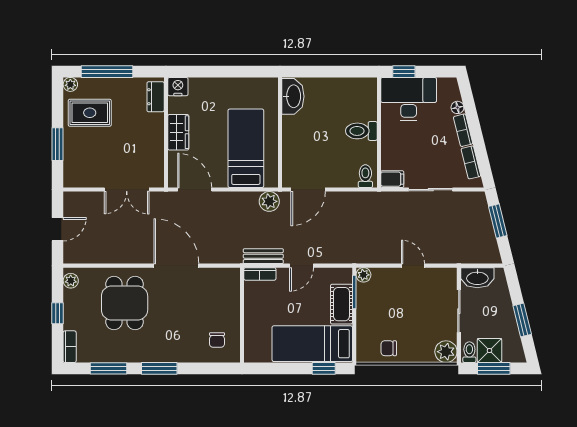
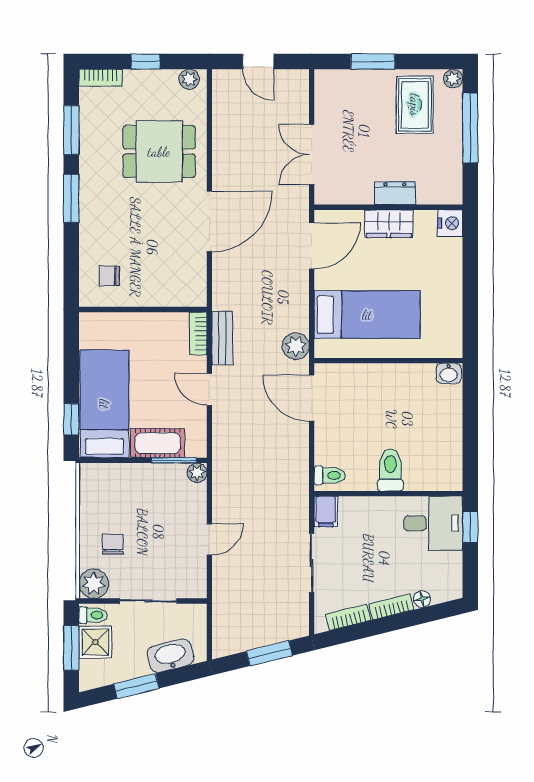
washbasin: (293, 96) -> (449, 373), width x0.52, depth x0.69
dresser: (156, 97) -> (395, 193), moved
desk: (409, 99) -> (433, 523), width x0.73
washbasin: (477, 278) -> (170, 656), moved, turned 76
chair: (389, 348) -> (113, 544), moved

